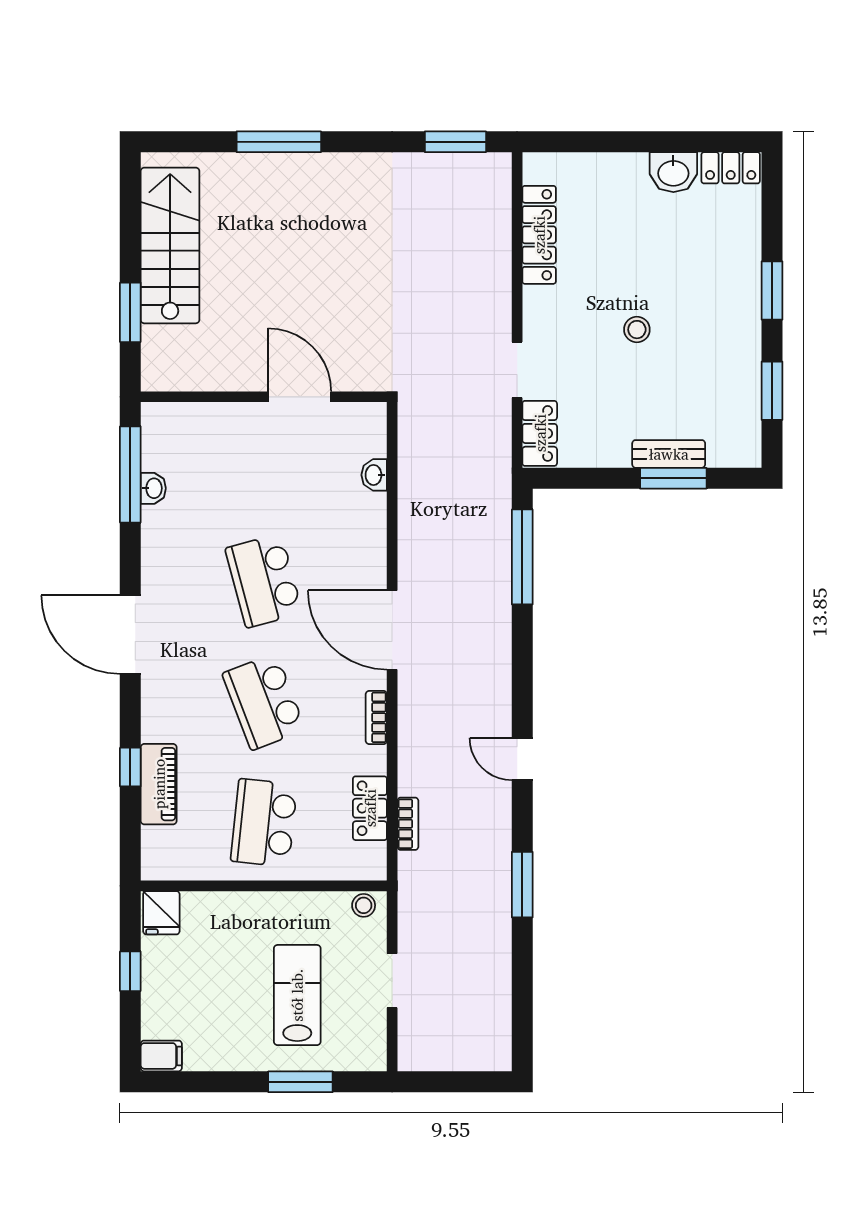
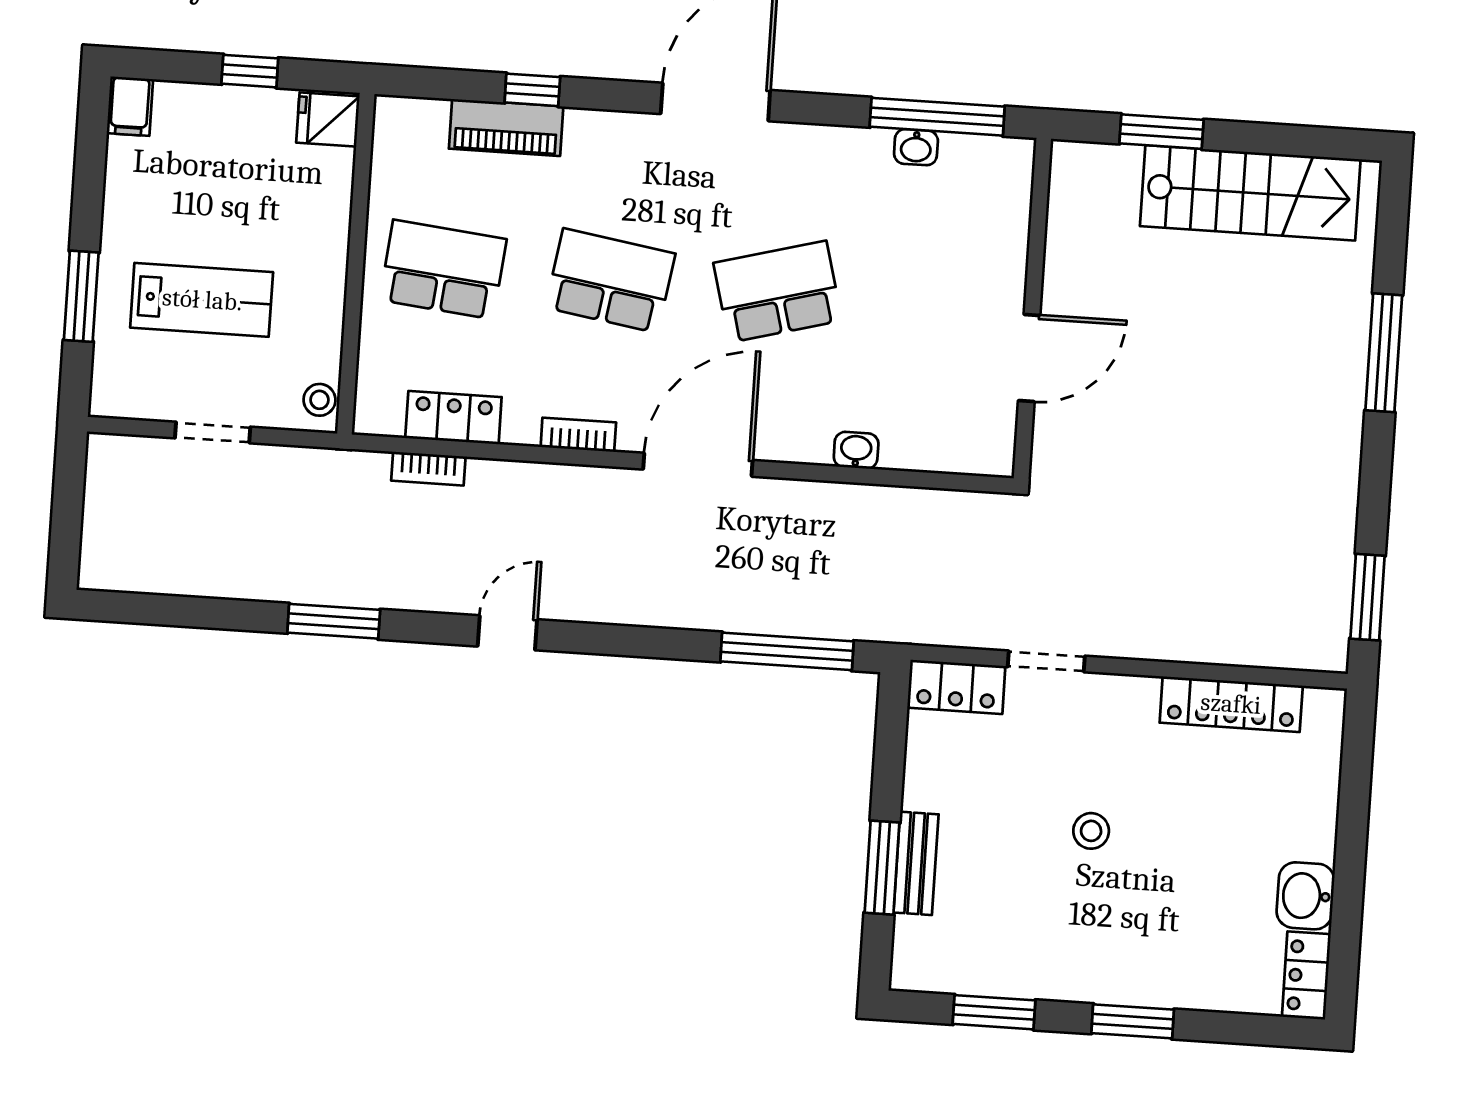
washbasin: (374, 475) -> (856, 450), moved
school desk: (264, 702) -> (610, 281), turned 30

